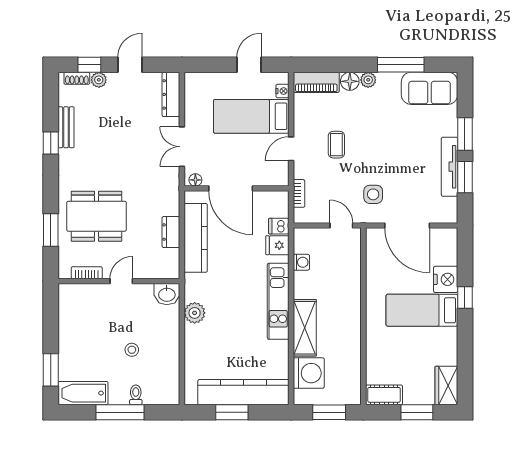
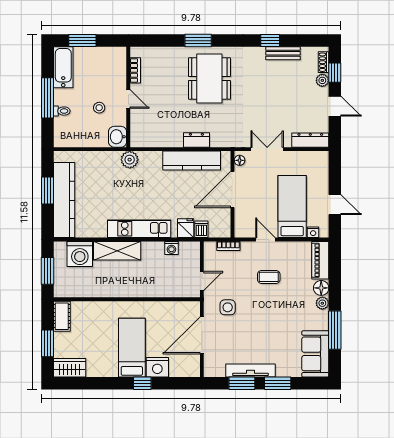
bookcase: (87, 273) -> (135, 70), moved
wall: (119, 281) -> (128, 97), moved
door: (121, 281) -> (128, 99), moved
washbasin: (167, 294) -> (118, 137), moved

